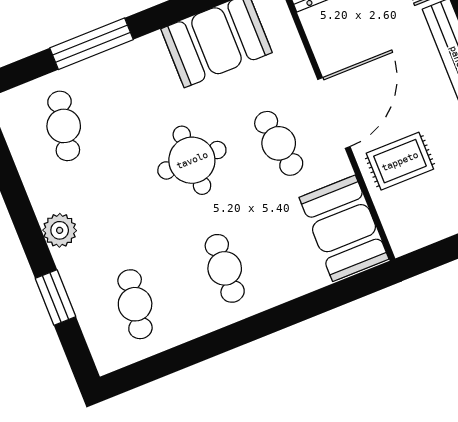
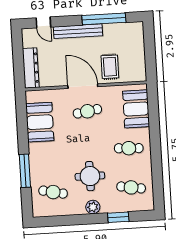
round table: (192, 160) -> (90, 176), moved
booth: (344, 228) -> (136, 109), moved, turned 90

